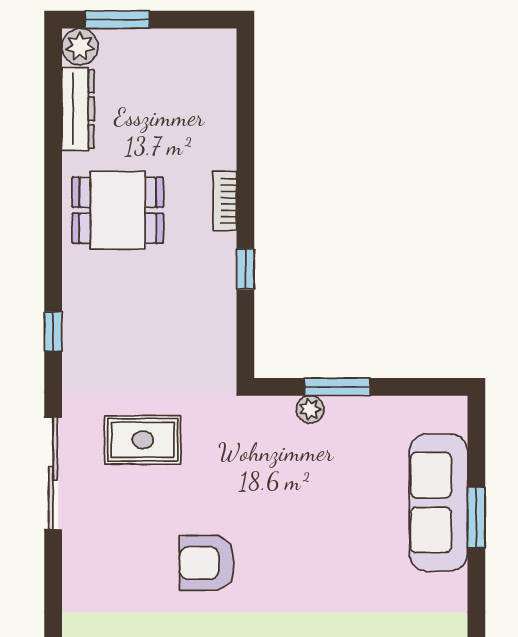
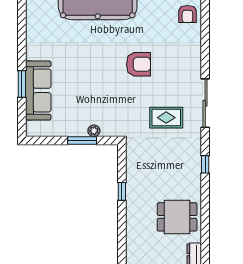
bookcase: (225, 201) -> (131, 221), removed

